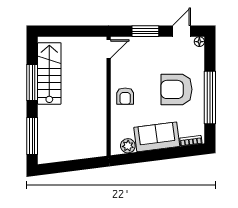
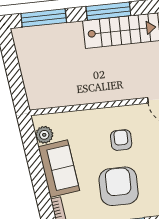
armchair: (125, 96) -> (121, 140), moved, turned 90

